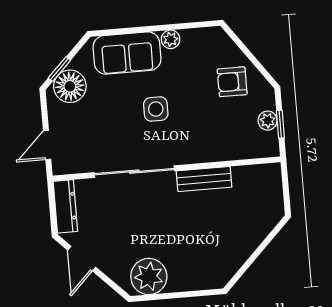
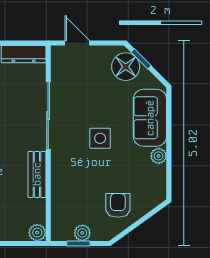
plant: (272, 173) -> (37, 233), added

